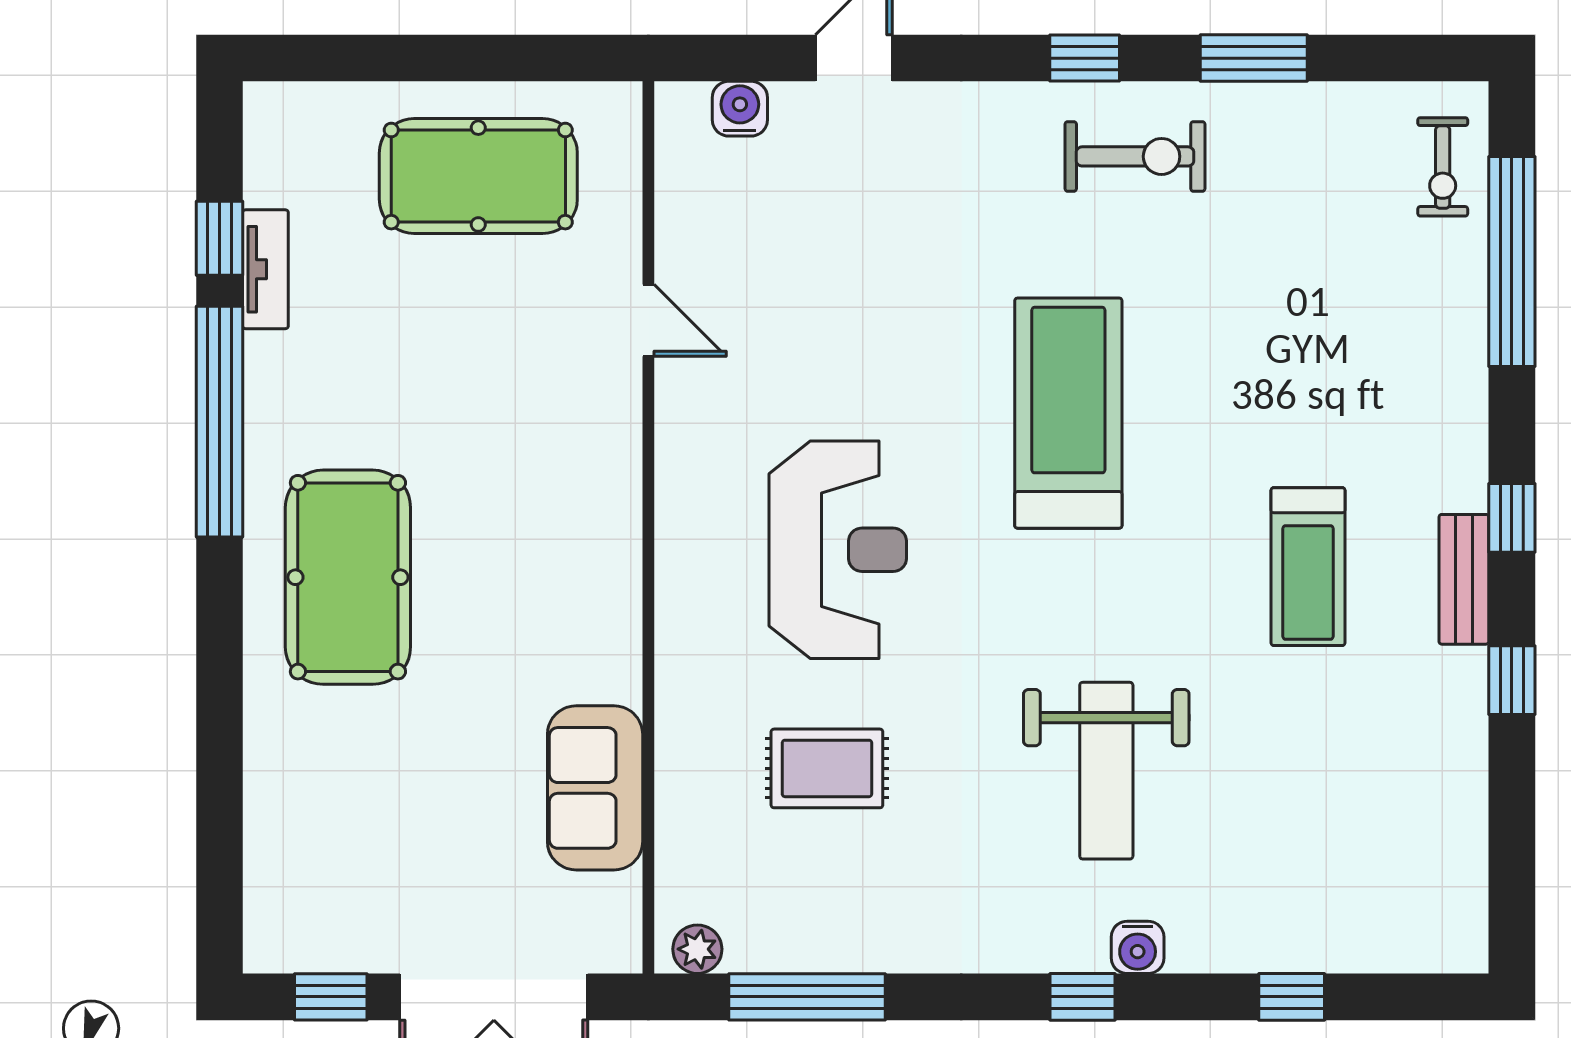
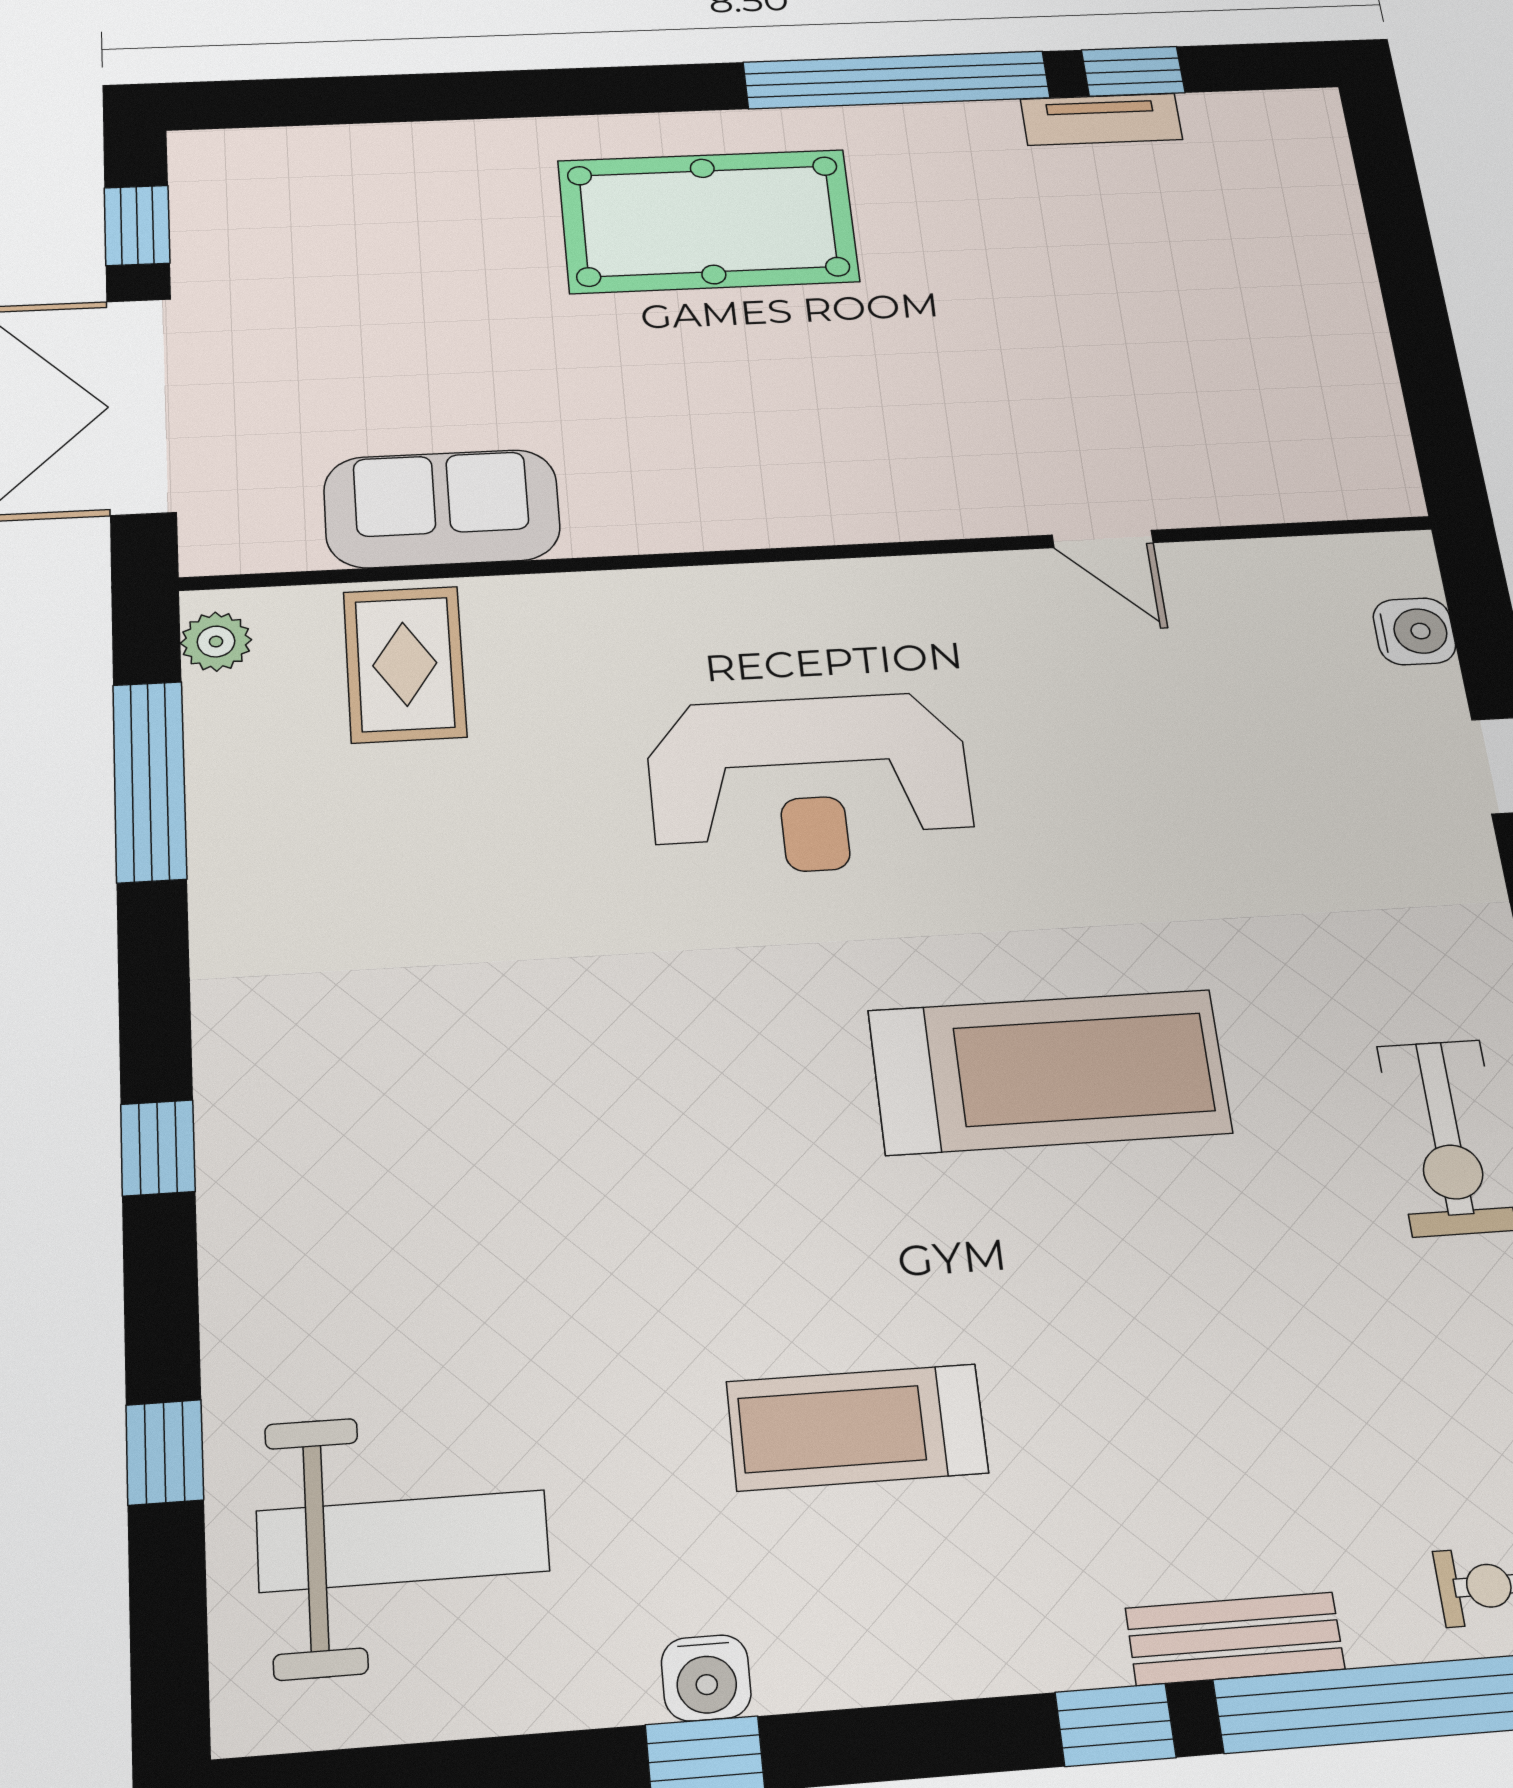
pool table: (478, 176) -> (1264, 339), removed
door: (648, 320) -> (1103, 539), hinge flipped
window: (1512, 518) -> (1115, 1725), moved
bench: (1464, 579) -> (1235, 1639), moved
rug: (827, 768) -> (405, 664), moved
weight bench: (1106, 771) -> (403, 1541), moved, turned 180
water cooler: (1138, 947) -> (706, 1678), moved, turned -90

